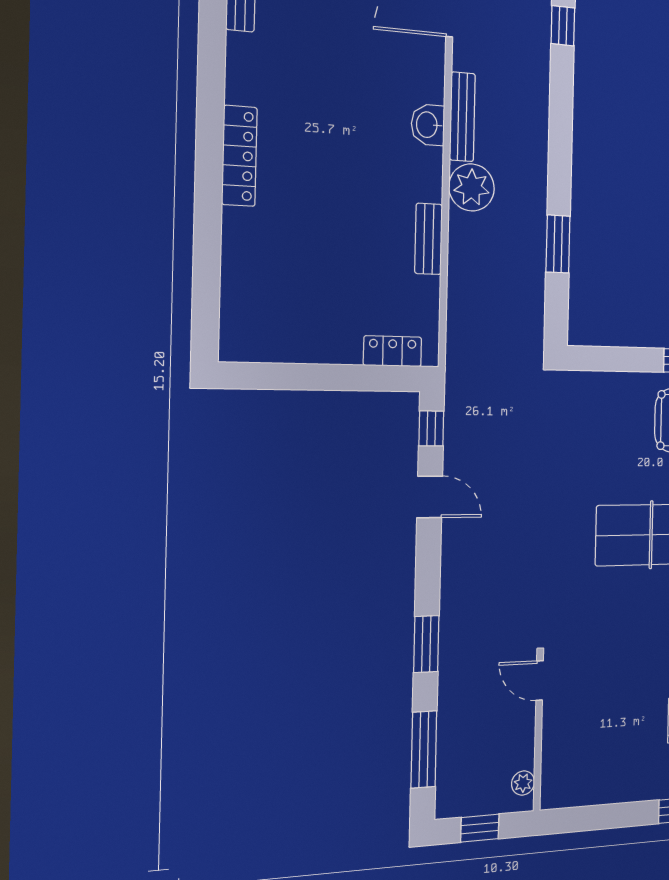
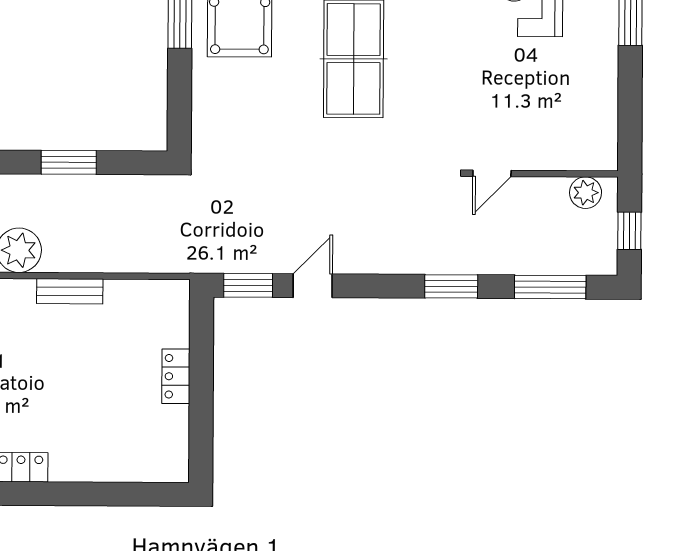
locker: (393, 351) -> (176, 376), moved
window: (431, 428) -> (248, 285), width x1.50
plant: (523, 783) -> (586, 193), width x1.38, depth x1.38

